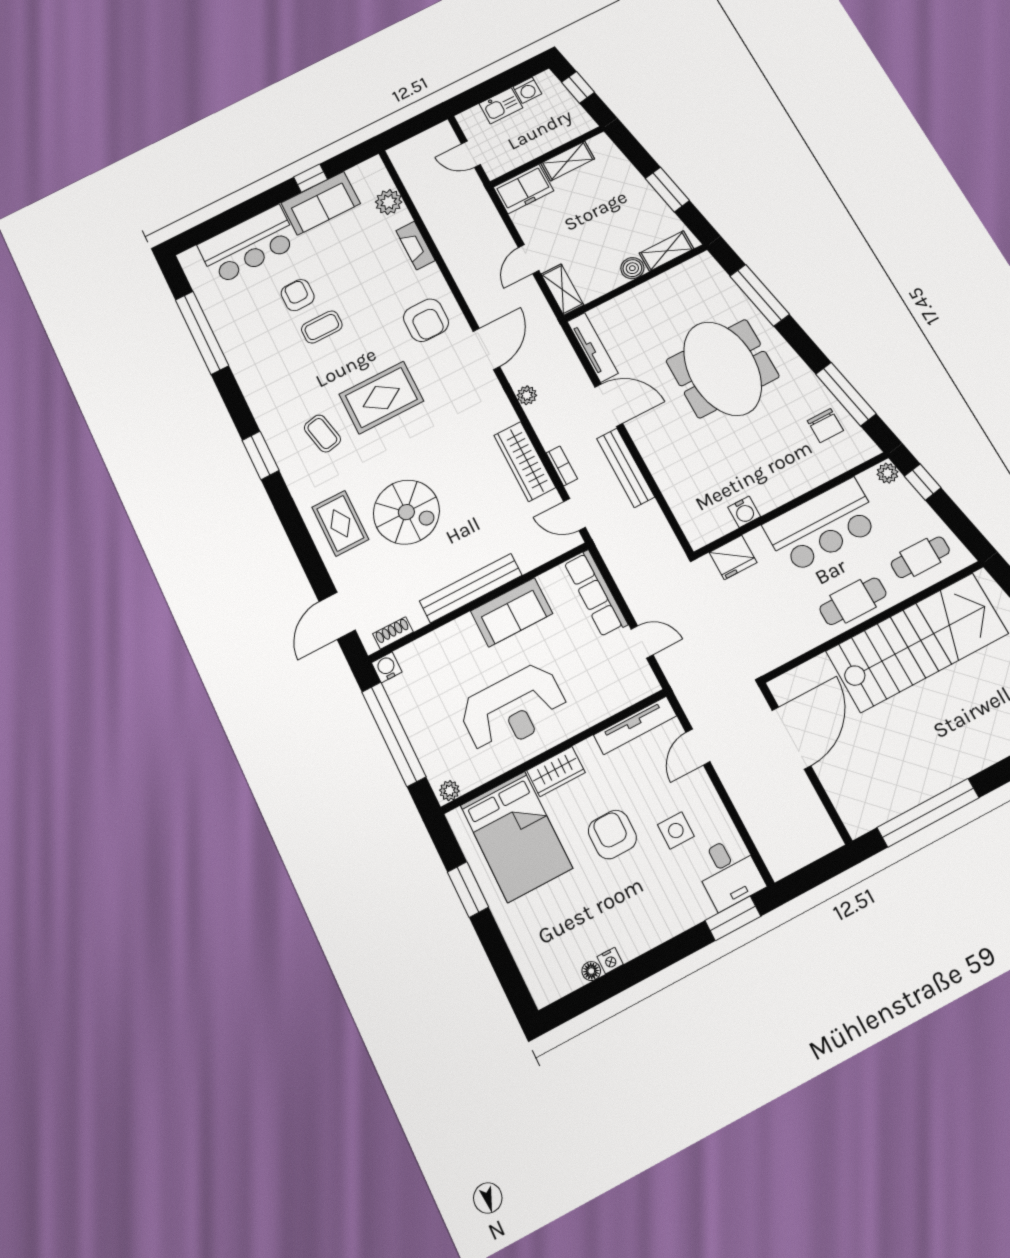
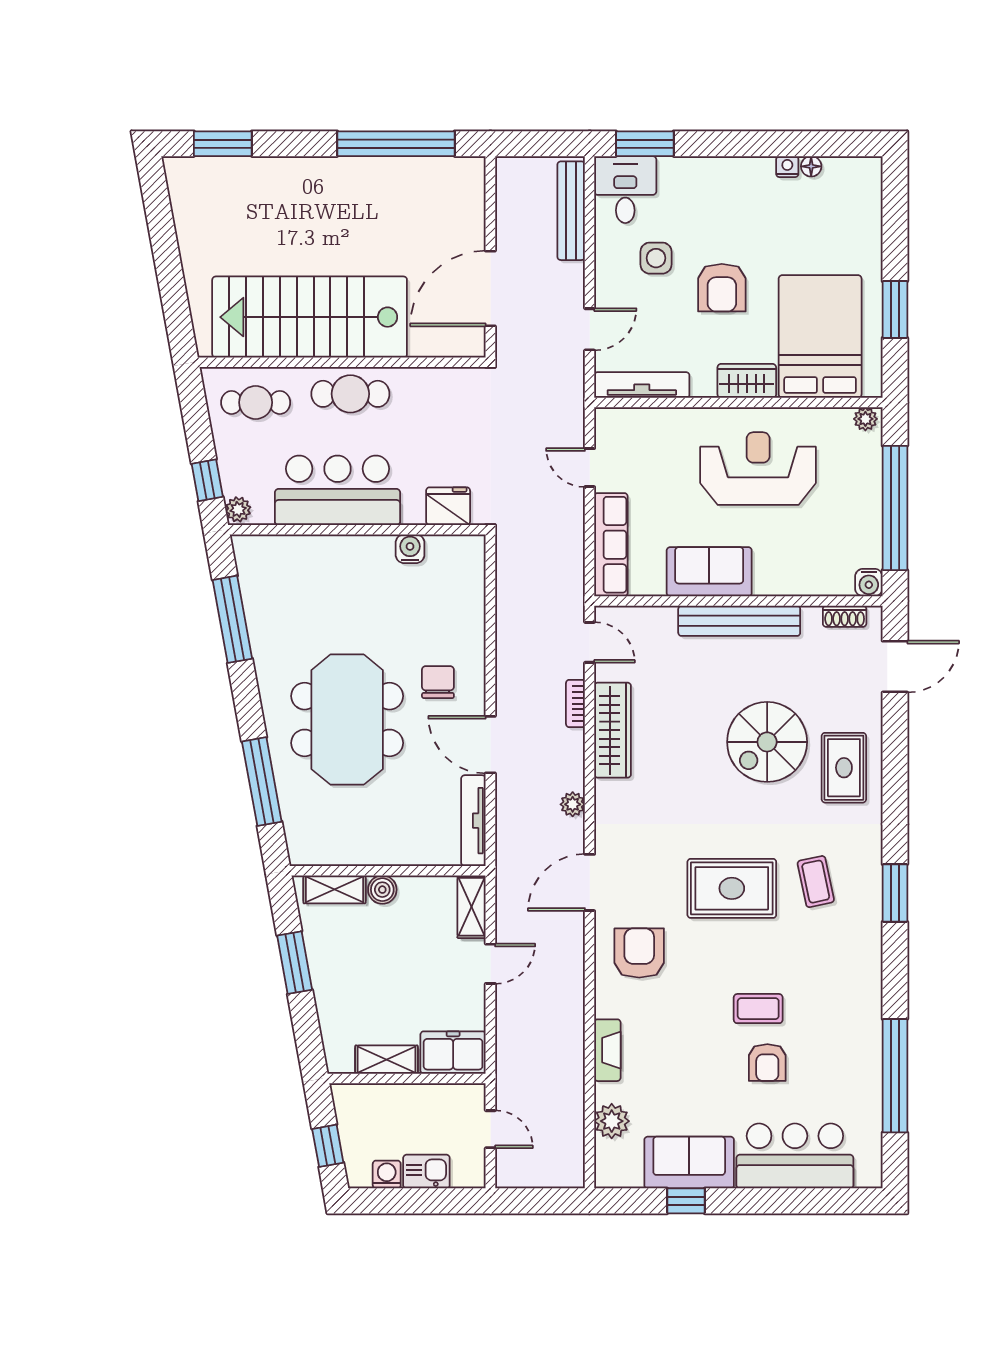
chair: (825, 426) -> (438, 682), moved
bench: (626, 468) -> (571, 211), moved
spiral stairs: (406, 512) -> (767, 742), turned -90

